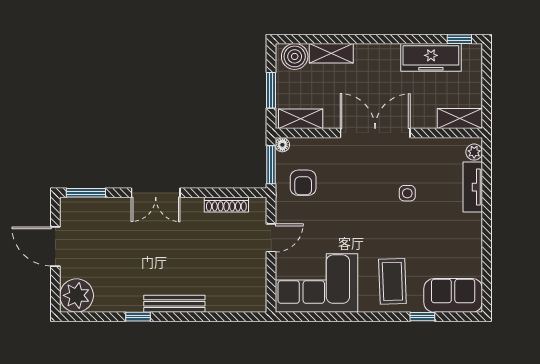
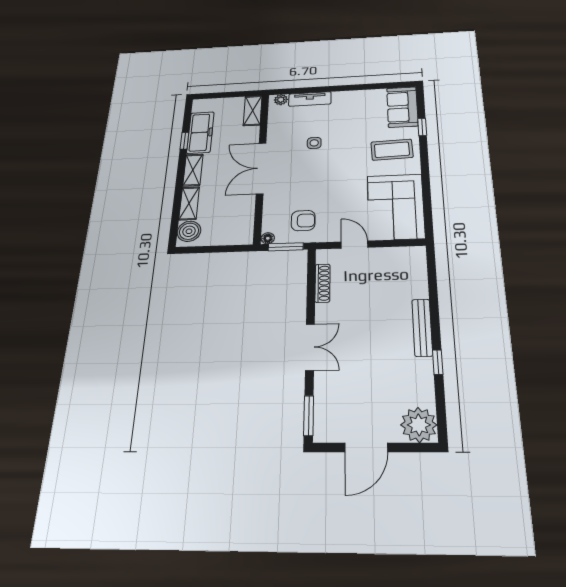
window: (459, 39) -> (184, 141), moved
window: (271, 90) -> (217, 249), removed
shelving: (301, 119) -> (193, 170), moved

